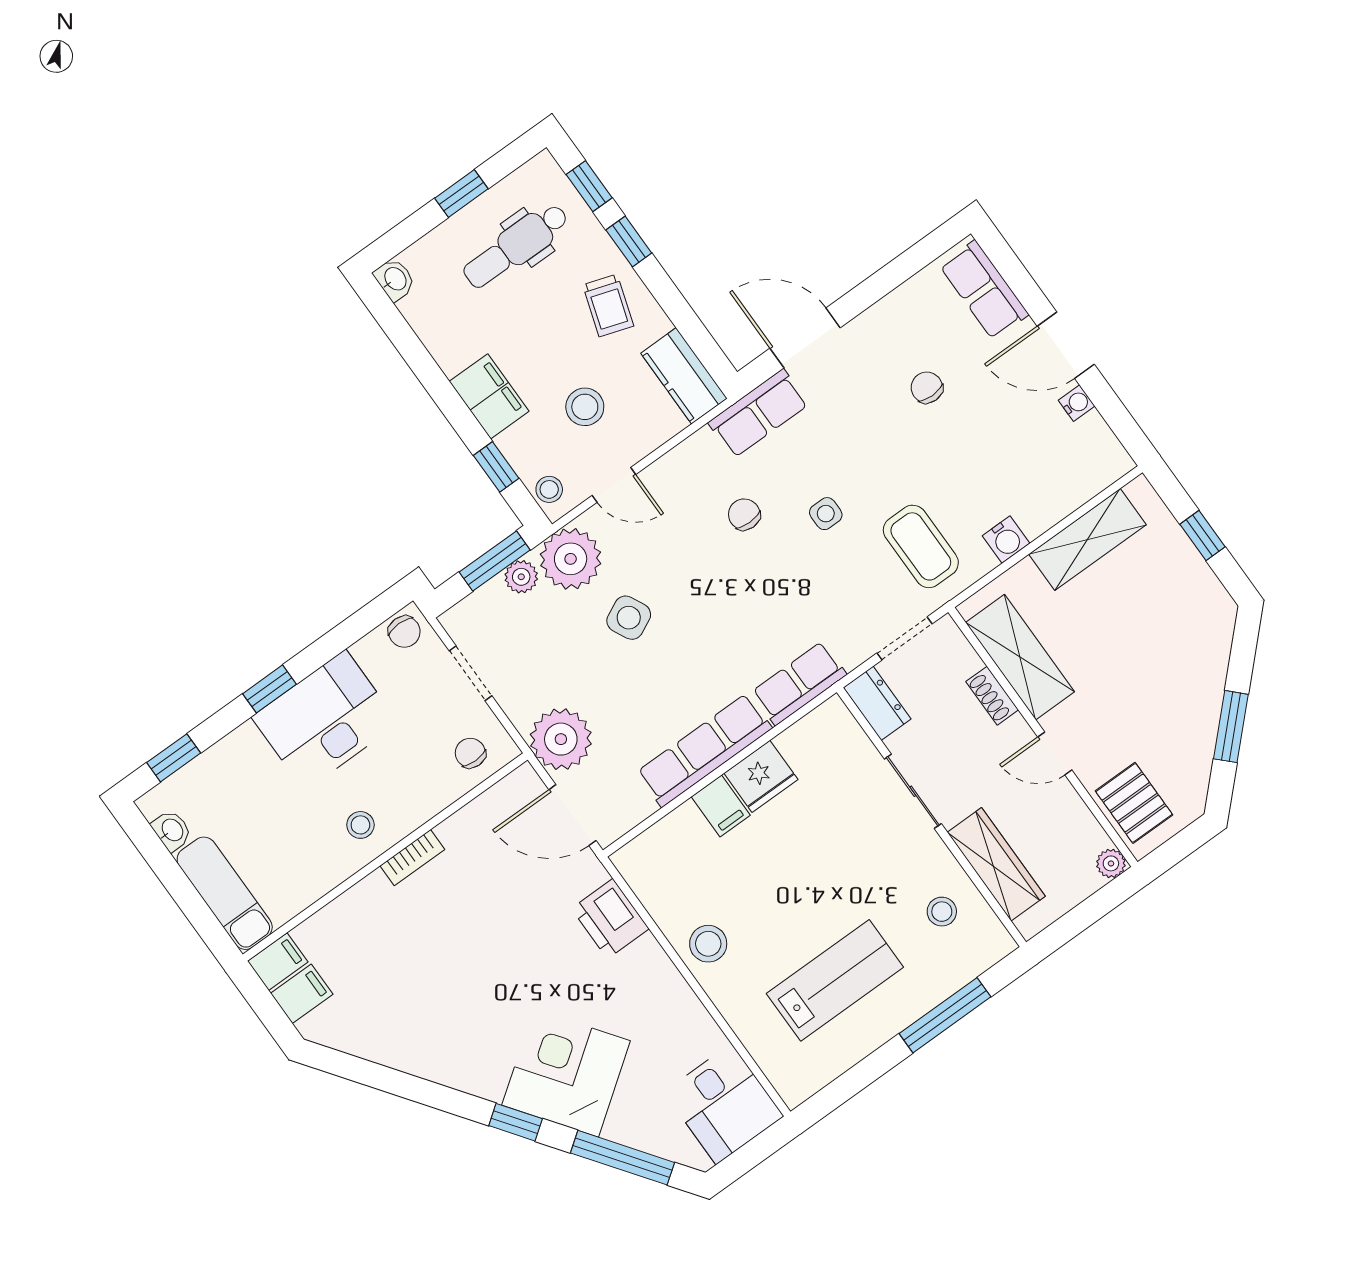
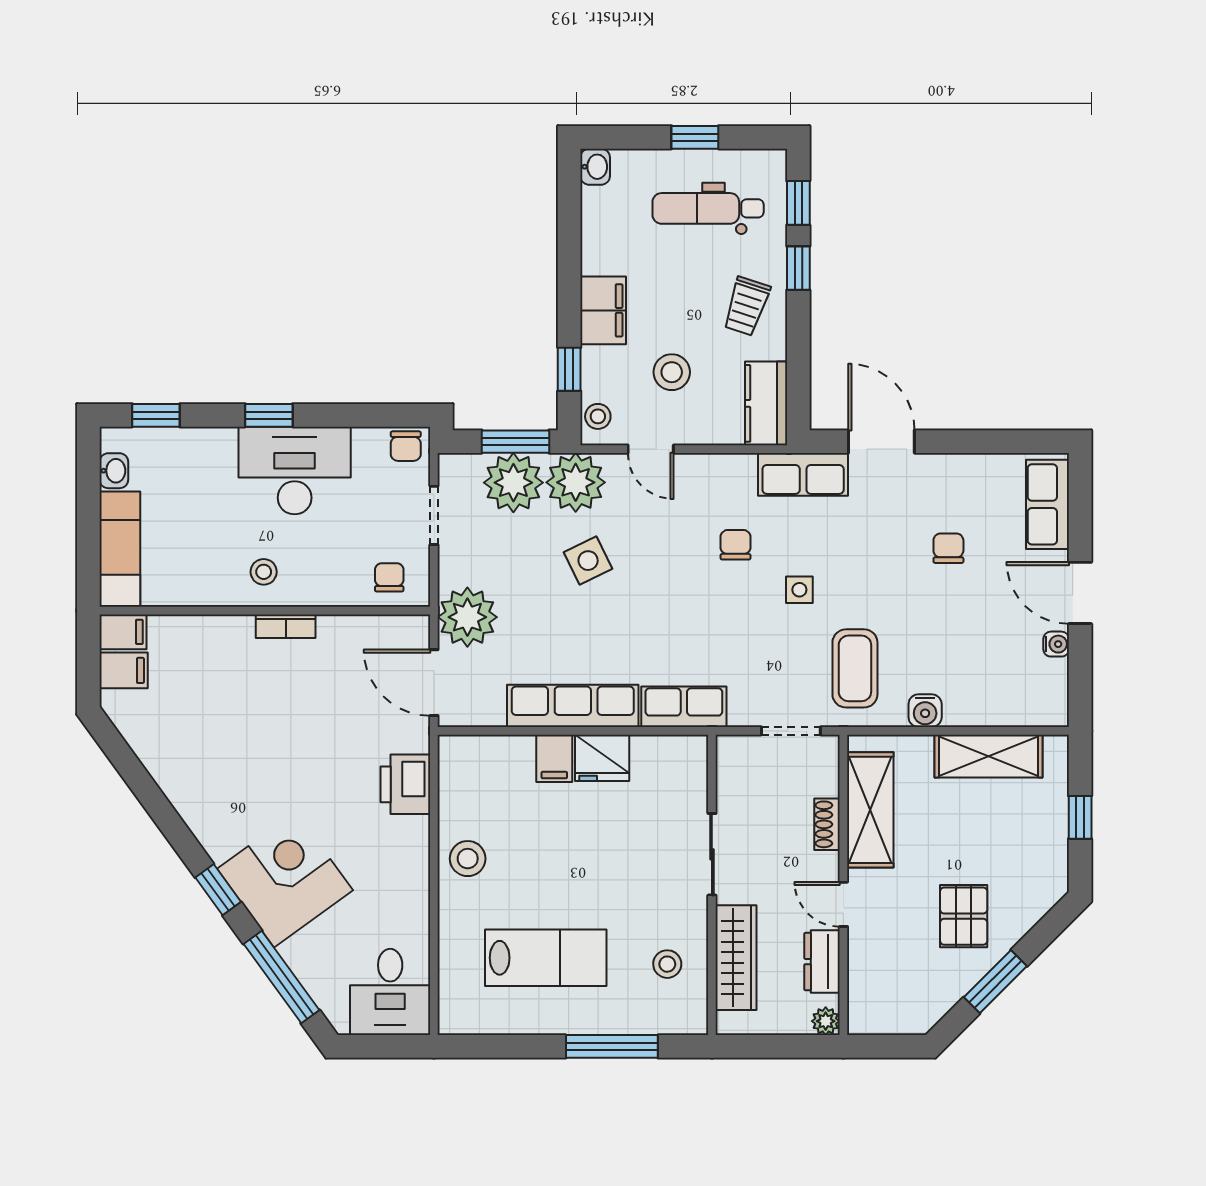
plant: (521, 577) -> (513, 483), width x1.88, depth x1.88
dresser: (877, 703) -> (822, 962), moved, turned 180
pallet: (1134, 803) -> (964, 916), moved

